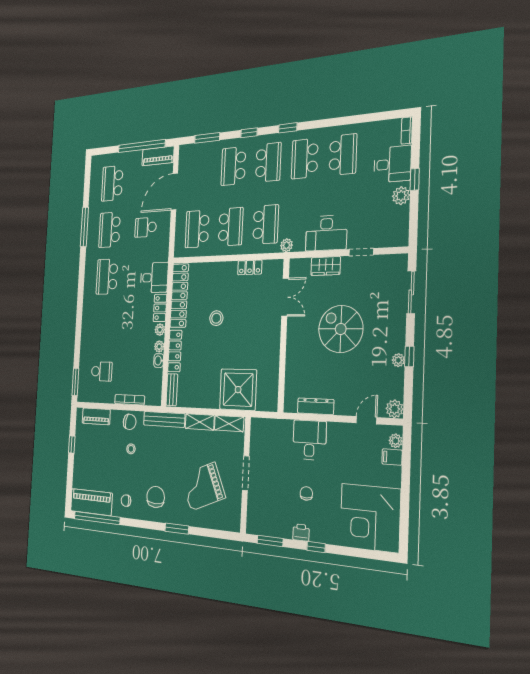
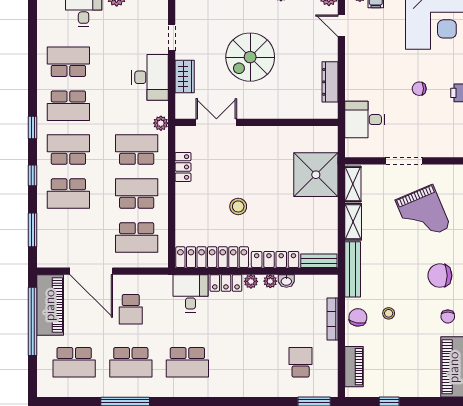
piano: (158, 156) -> (50, 305), width x1.37, depth x1.33
desk: (309, 440) -> (365, 120), moved

